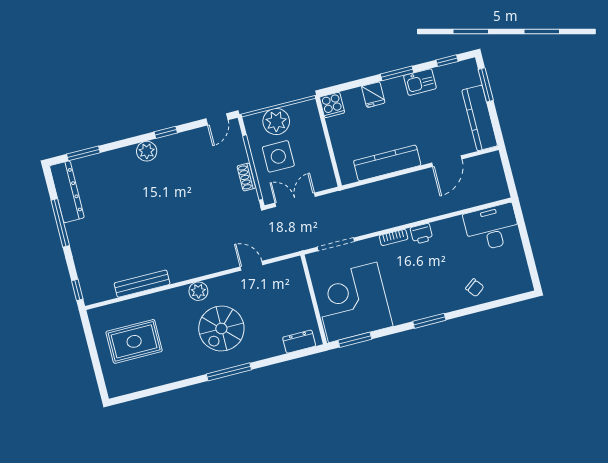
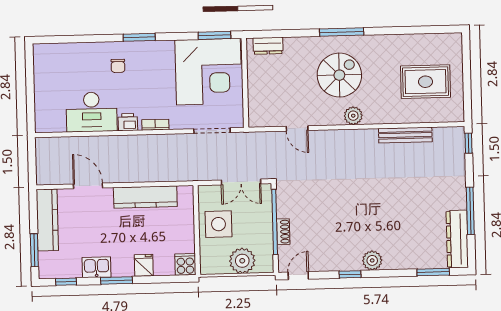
side table: (278, 156) -> (218, 224), moved
door: (447, 161) -> (88, 186), hinge flipped
shoe rack: (246, 177) -> (283, 232), moved
desk: (492, 227) -> (92, 112), moved
chair: (475, 288) -> (118, 66), moved, turned -143

